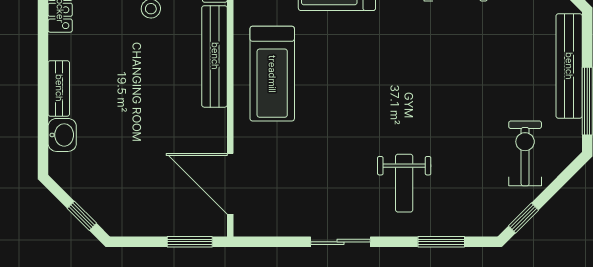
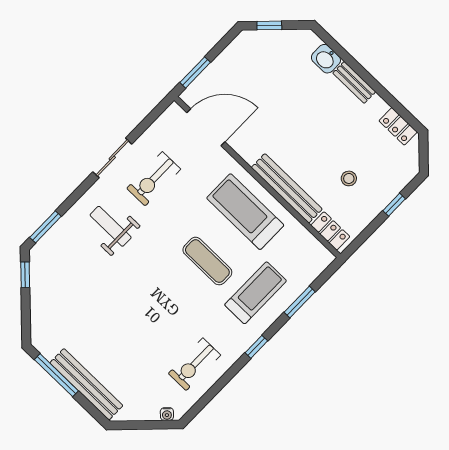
exercise mat: (350, 65) -> (207, 261), added
exercise bike: (525, 153) -> (154, 179), moved, turned 90
window: (441, 242) -> (45, 227), moved

